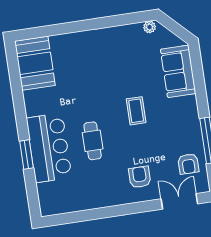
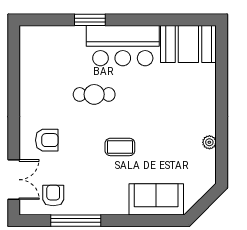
plant: (150, 27) -> (209, 142), moved
bar counter: (49, 148) -> (123, 46), moved
armchair: (188, 164) -> (53, 196), turned 90

